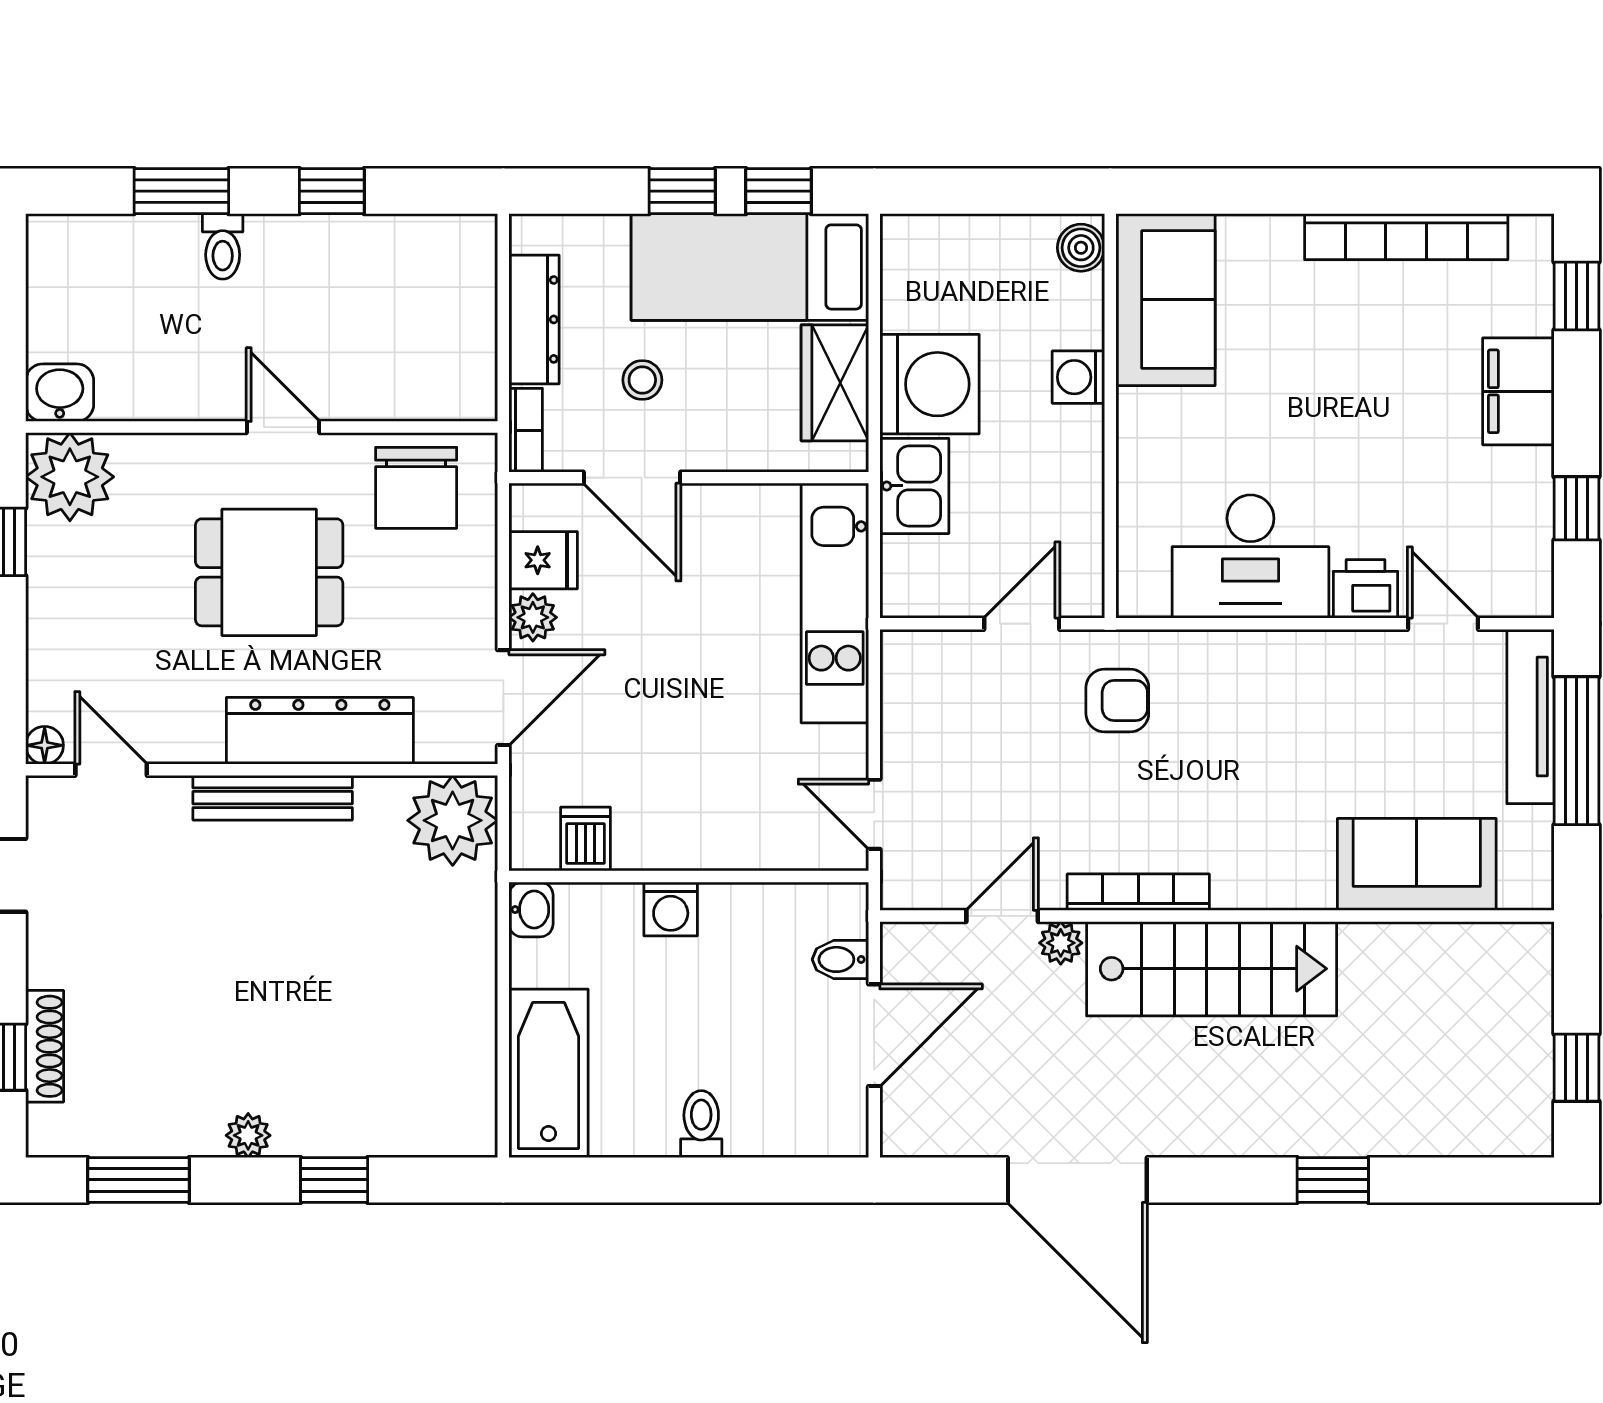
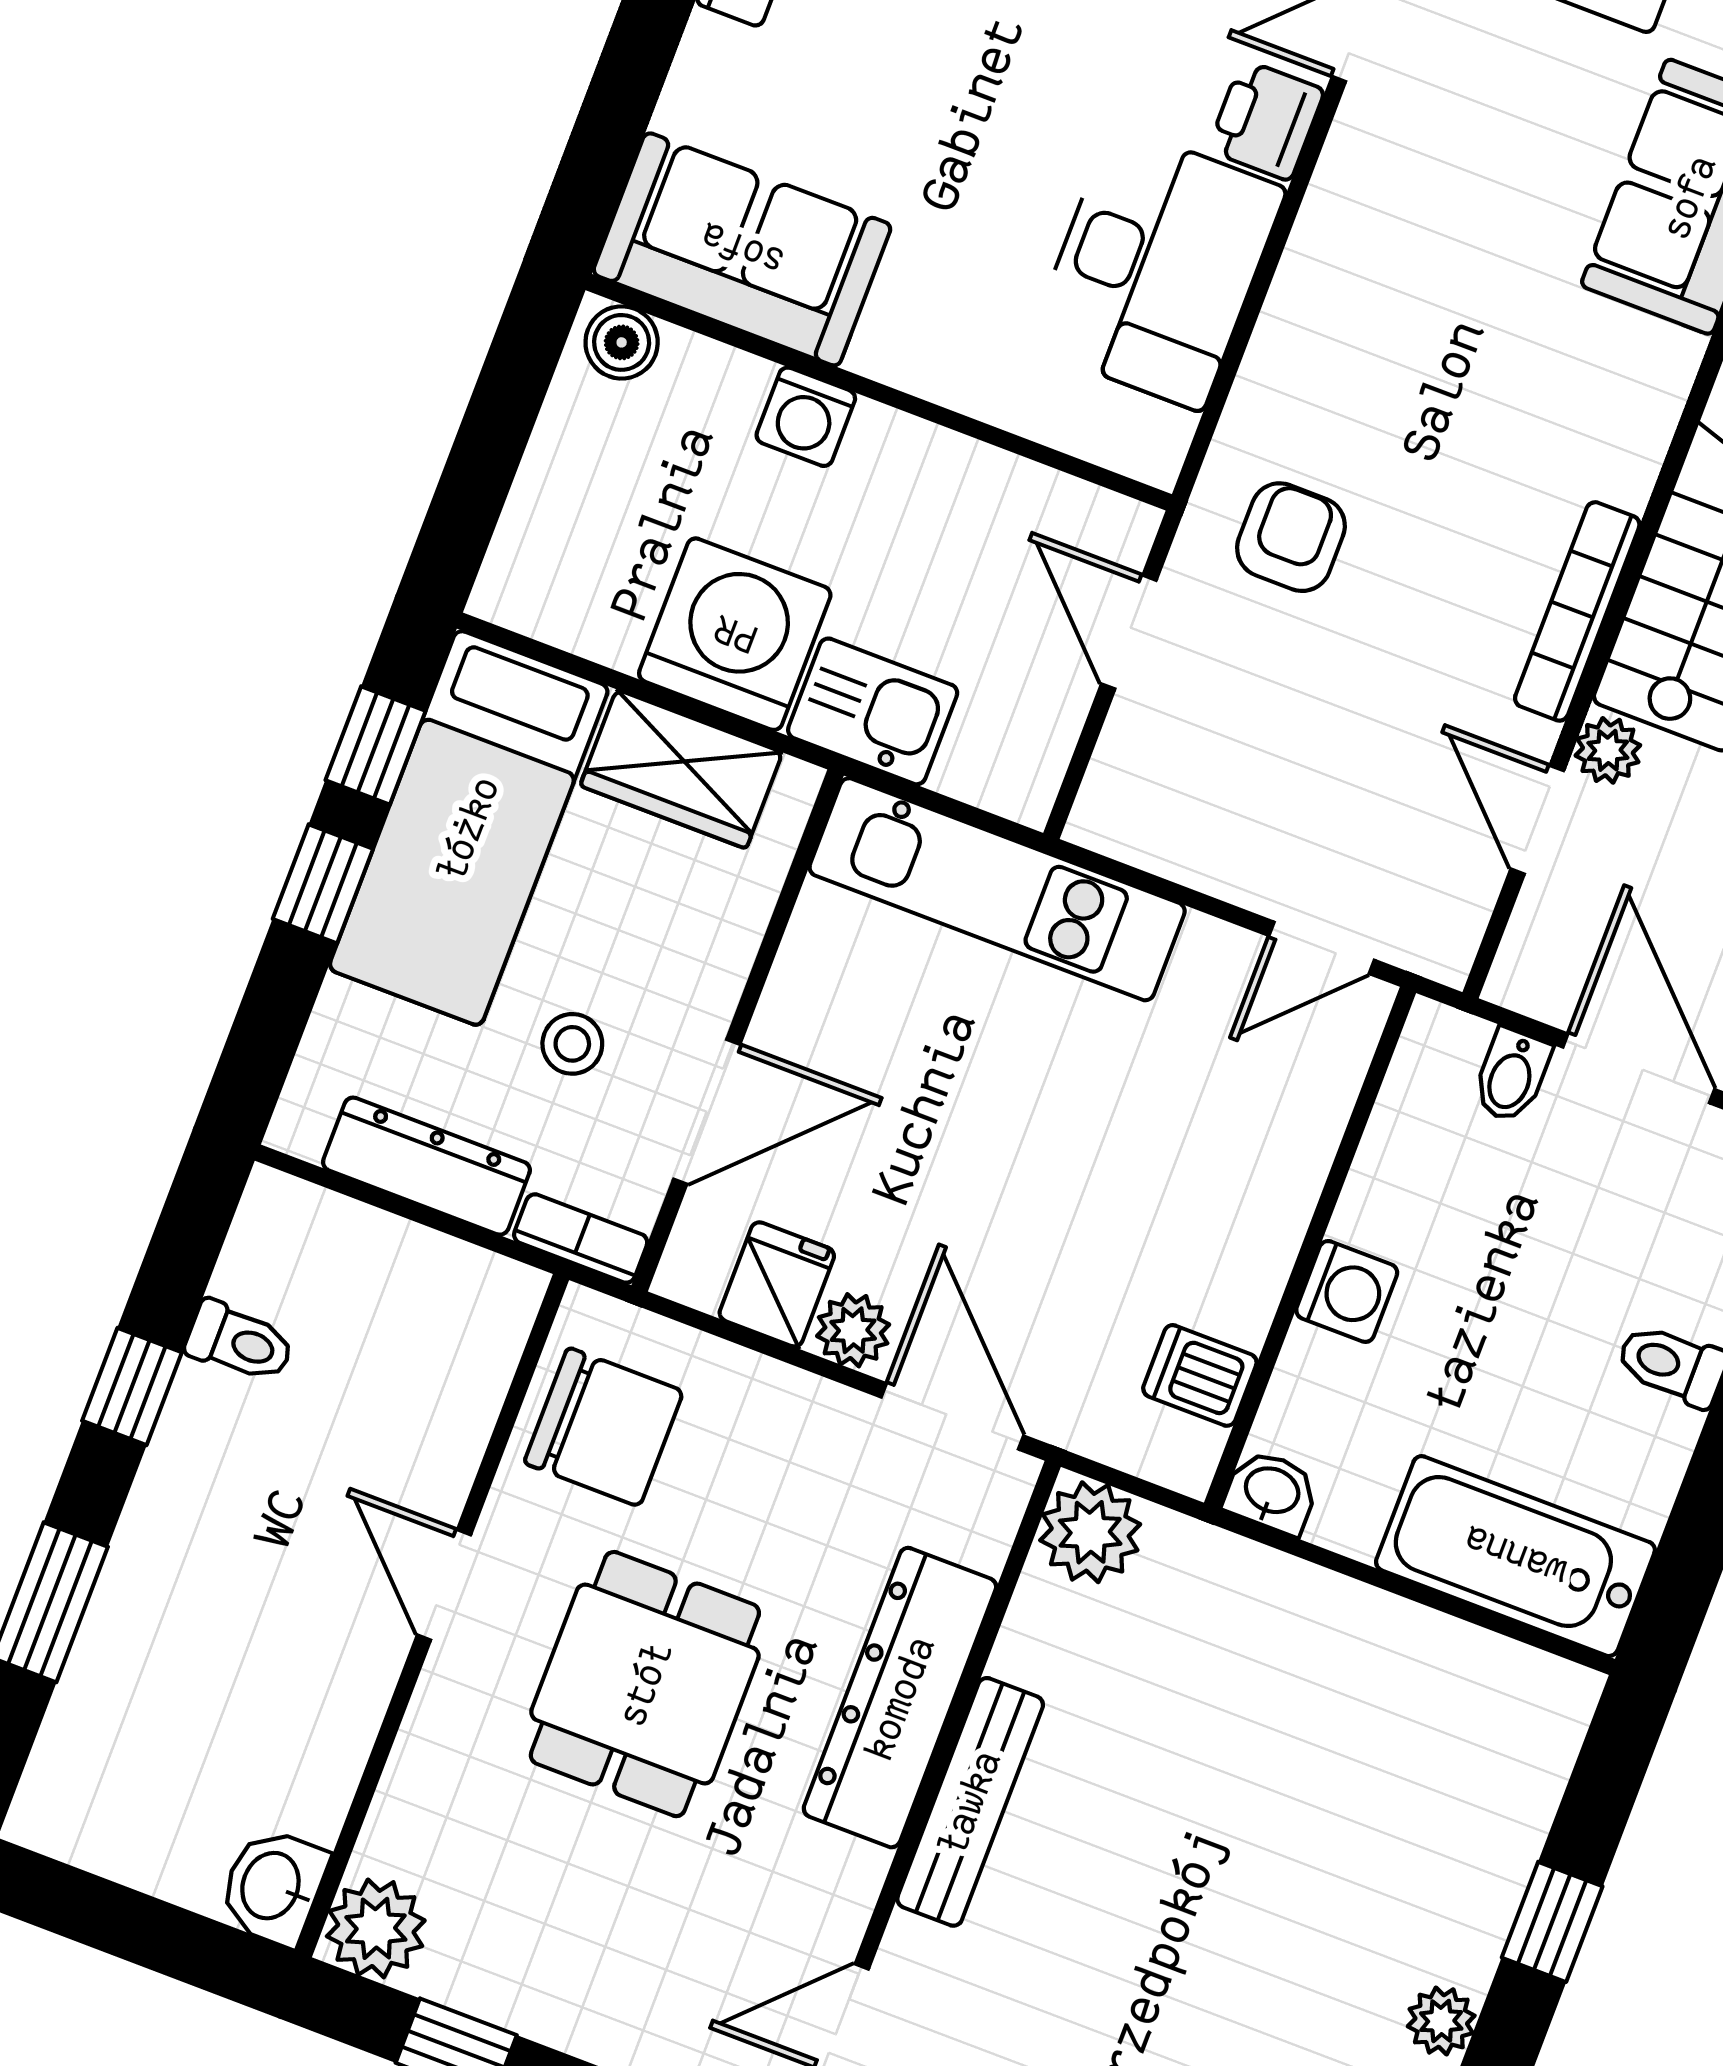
toilet: (223, 246) -> (240, 1342), moved
door: (283, 427) -> (444, 1585), hinge flipped
plant: (70, 477) -> (376, 1928), width x0.73, depth x0.73
plant: (453, 820) -> (1090, 1532), width x0.73, depth x0.73

